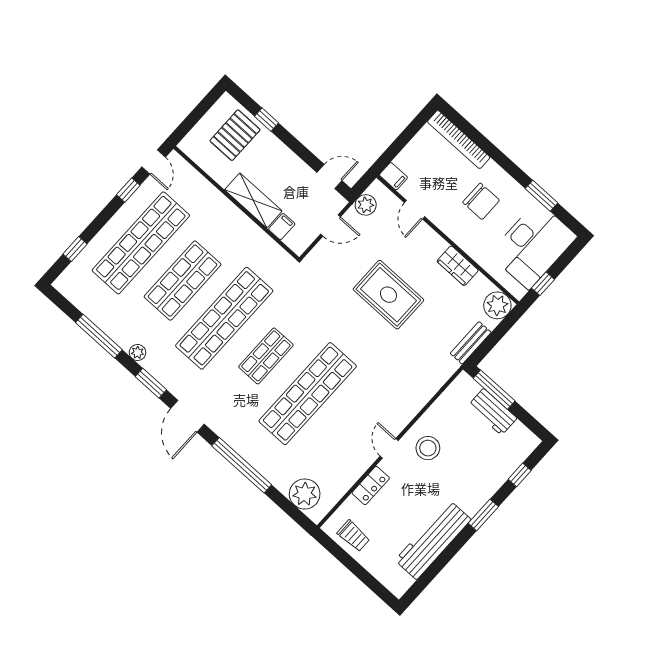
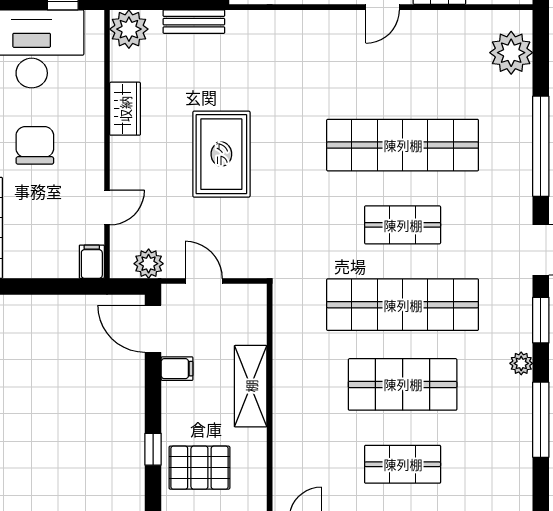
door: (329, 177) -> (153, 329), width x1.38
filing cabinet: (282, 227) -> (177, 369), moved, turned 180
shop shelf: (141, 243) -> (403, 464), width x0.50, depth x0.74

